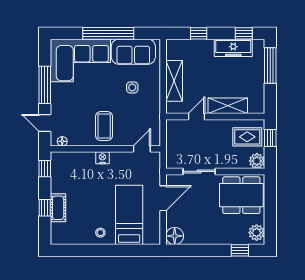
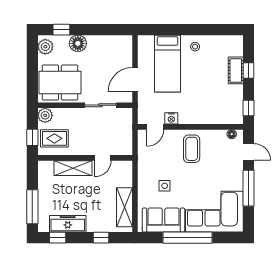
shelving: (174, 81) -> (124, 207), moved
nightstand: (102, 158) -> (171, 118), moved
floor lamp: (175, 236) -> (78, 43), moved

